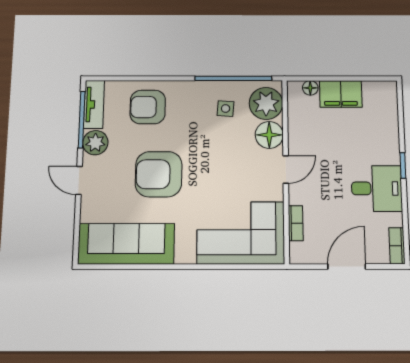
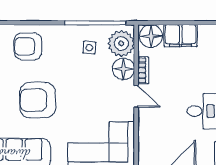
floor lamp: (310, 88) -> (151, 36), width x1.89, depth x1.89
door: (286, 169) -> (136, 96), hinge flipped
bookcase: (296, 223) -> (143, 70), moved

